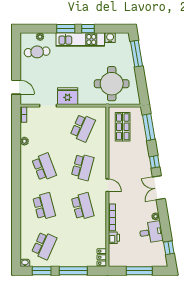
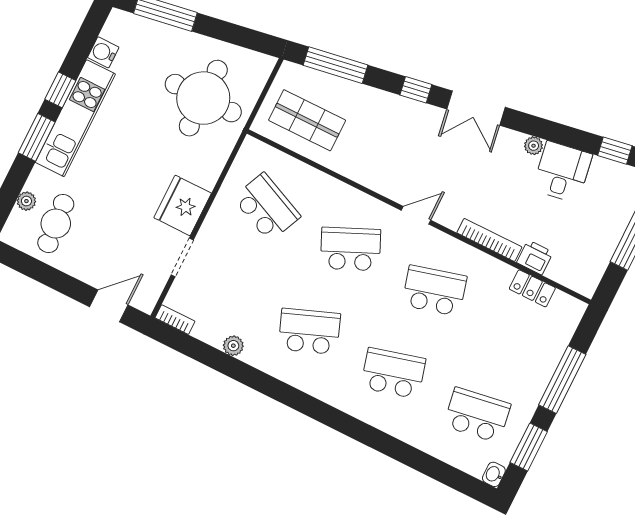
school desk: (83, 167) -> (350, 249), turned -39
school desk: (44, 246) -> (477, 415), turned -33
locker: (102, 257) -> (532, 288), moved

